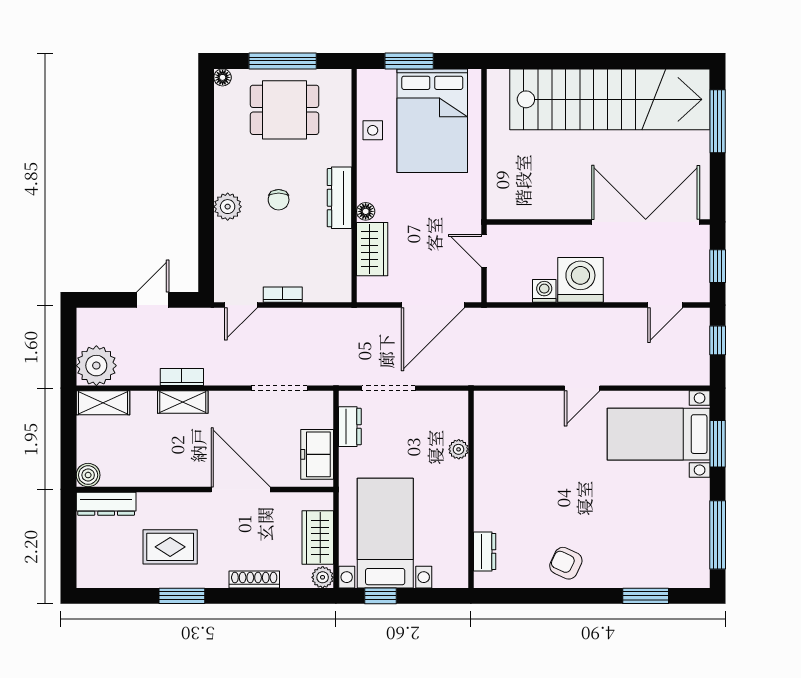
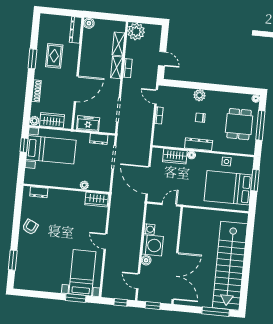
boiler: (616, 291) -> (146, 260), added
shelving: (103, 403) -> (119, 44), moved
wardrobe: (488, 418) -> (97, 199), added
window: (718, 535) -> (36, 294), removed

